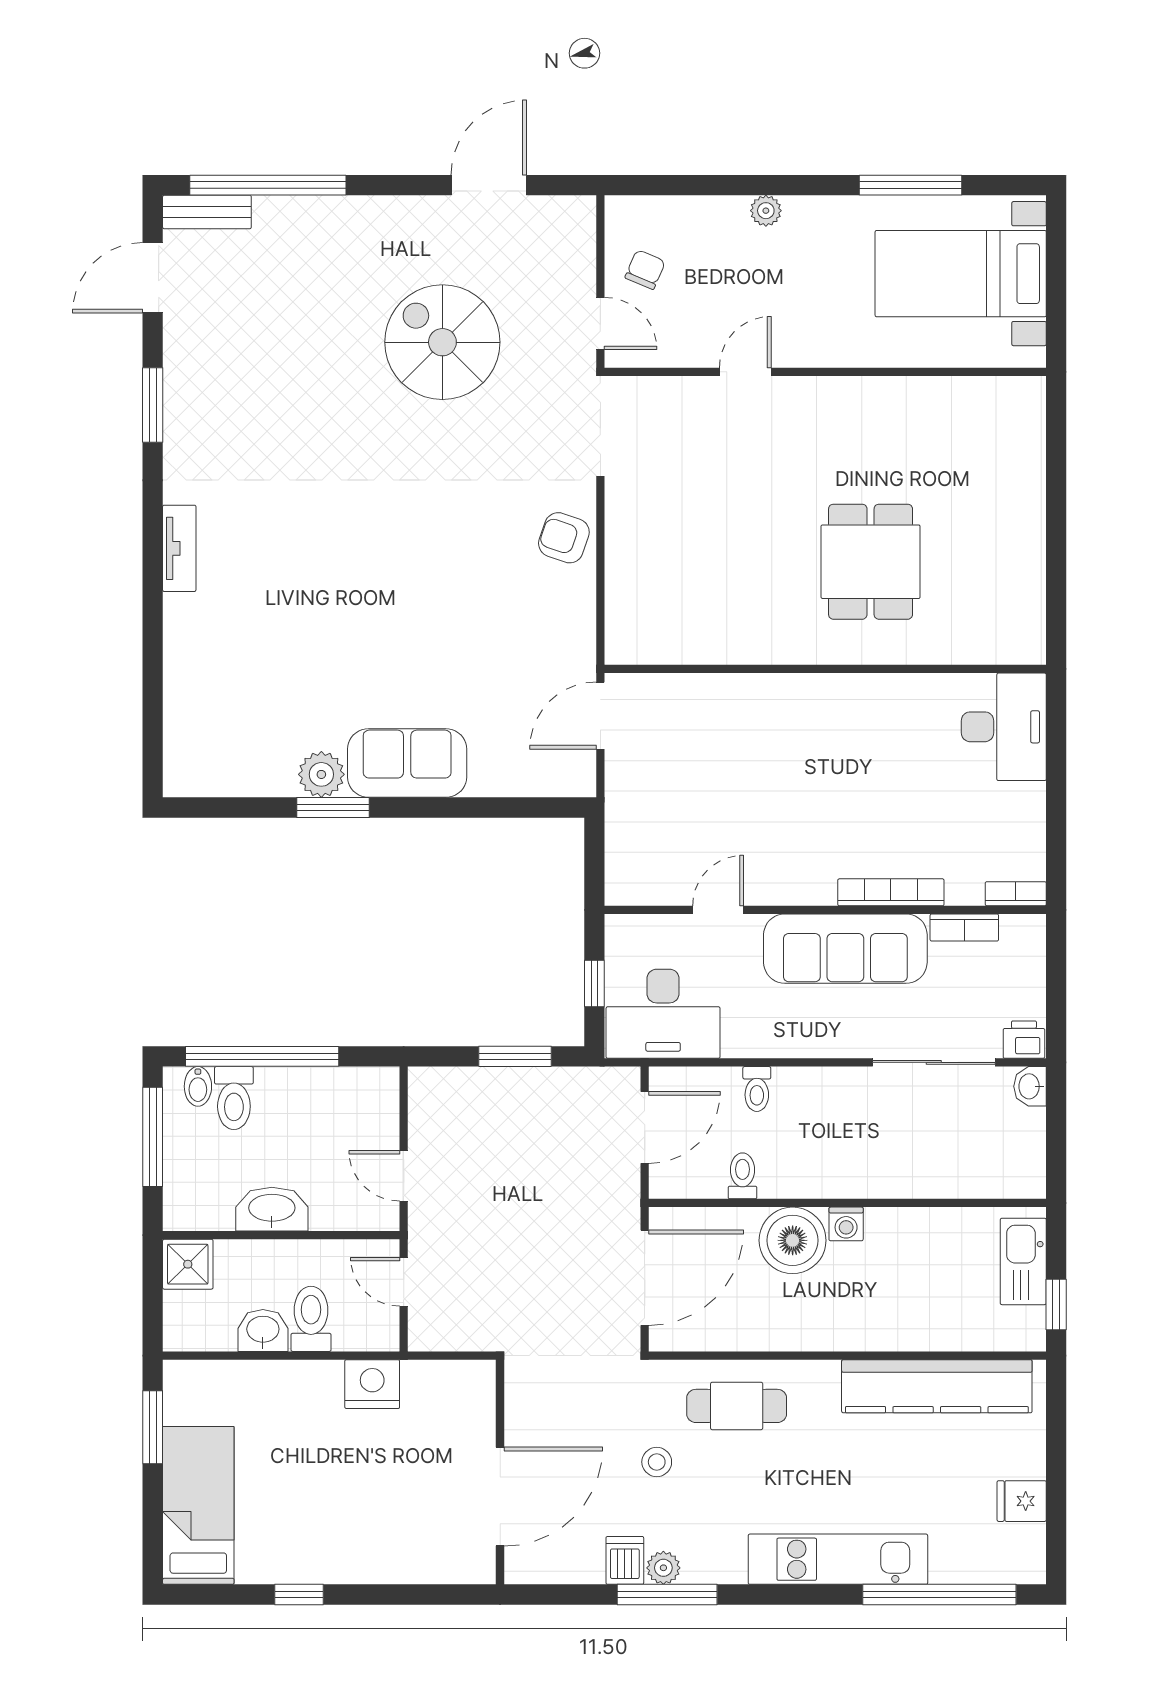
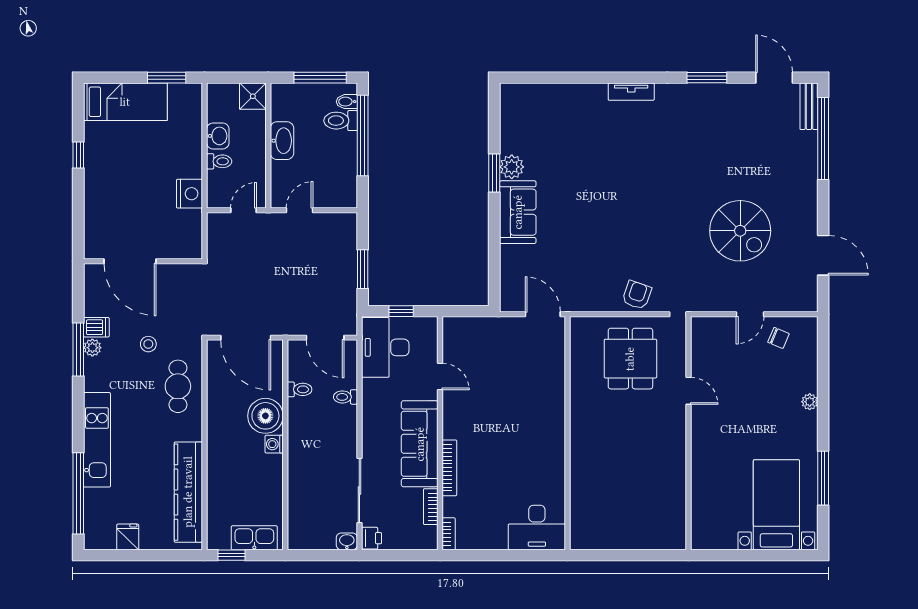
spiral stairs: (442, 342) -> (740, 231), turned 90
door: (745, 372) -> (688, 391), moved
wall: (825, 372) -> (688, 433), moved
dining table: (871, 562) -> (630, 359), moved, turned 90
toilet: (311, 1319) -> (219, 161), width x0.73, depth x0.72

